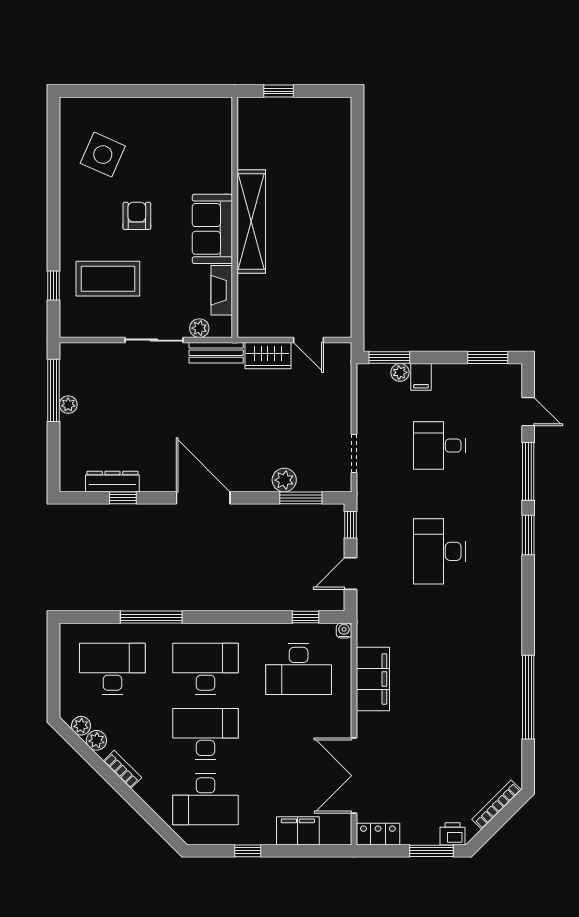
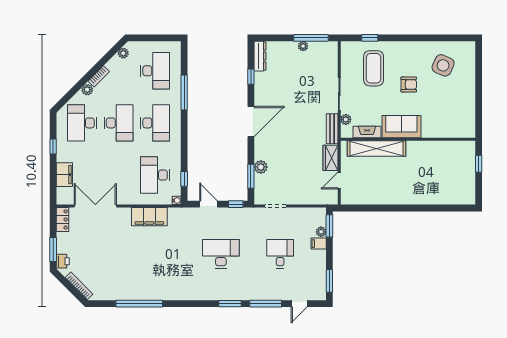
shelving: (251, 221) -> (376, 148), moved
dresser: (112, 482) -> (260, 56), moved
plant: (96, 740) -> (87, 90), moved

